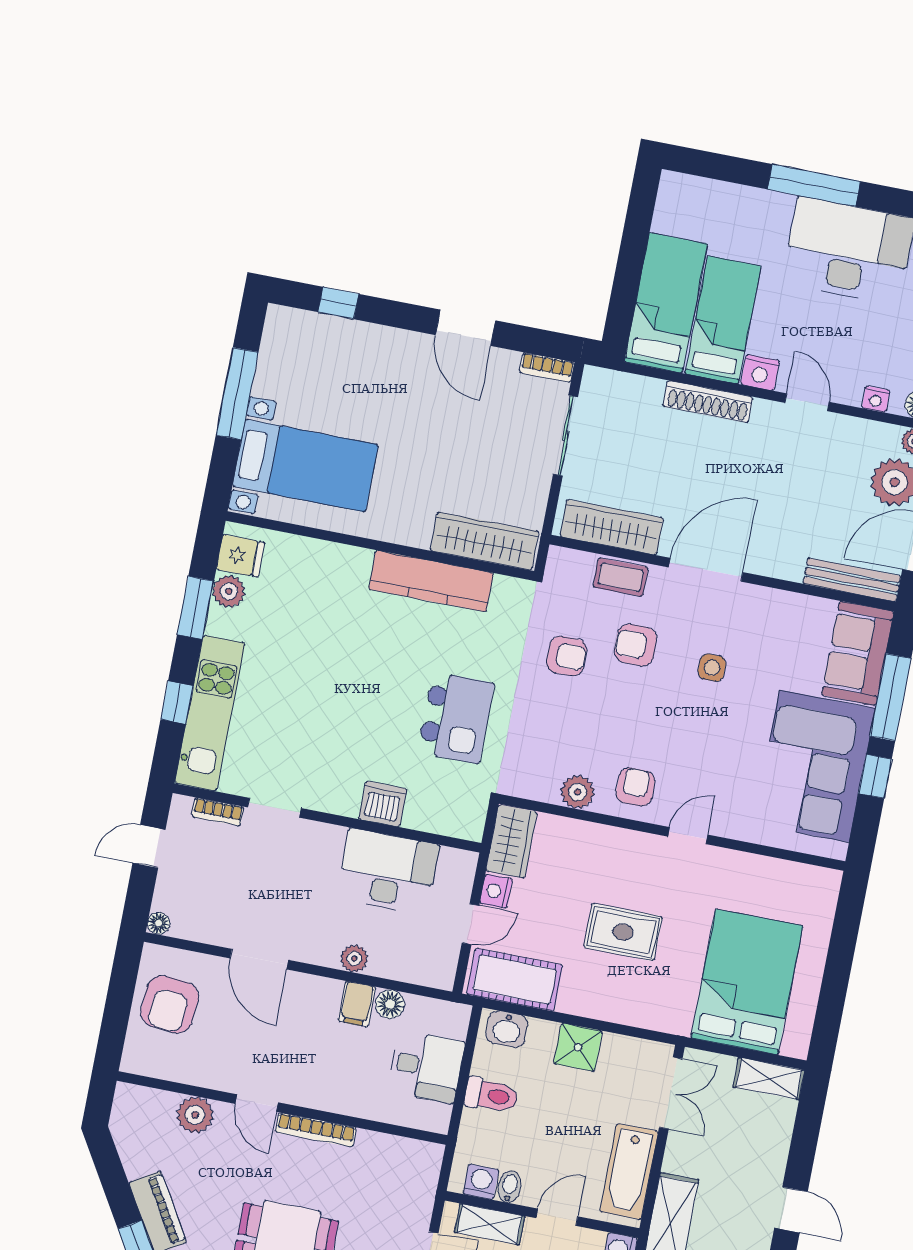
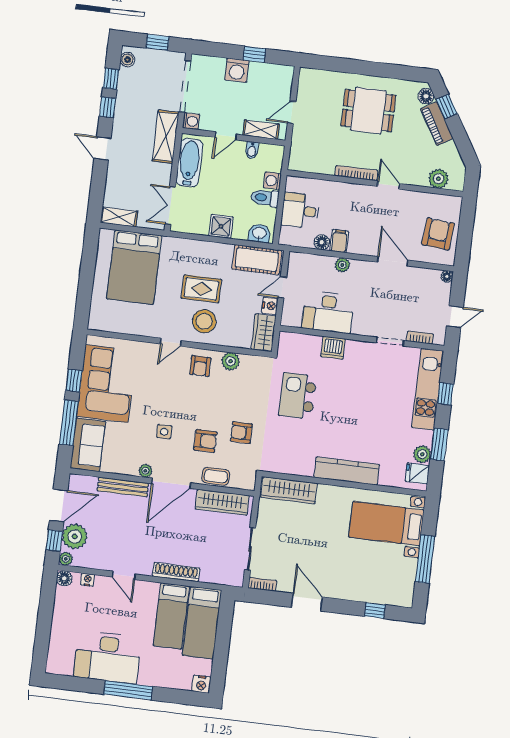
nightstand: (760, 372) -> (201, 684), moved, turned 180
bench: (852, 580) -> (123, 487), moved
kitchen counter: (431, 581) -> (347, 471), moved
plant: (752, 597) -> (145, 471), added
stool: (622, 871) -> (204, 321), added
plant: (195, 1115) -> (438, 179), moved
washing machine: (481, 1182) -> (272, 181), moved, turned 90

